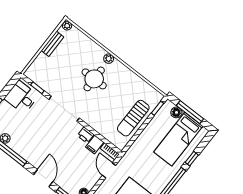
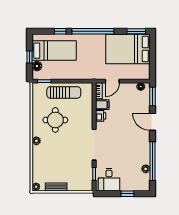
round table: (94, 79) -> (55, 120), moved
window: (190, 112) -> (30, 57), width x0.46
door: (43, 178) -> (152, 122), hinge flipped

